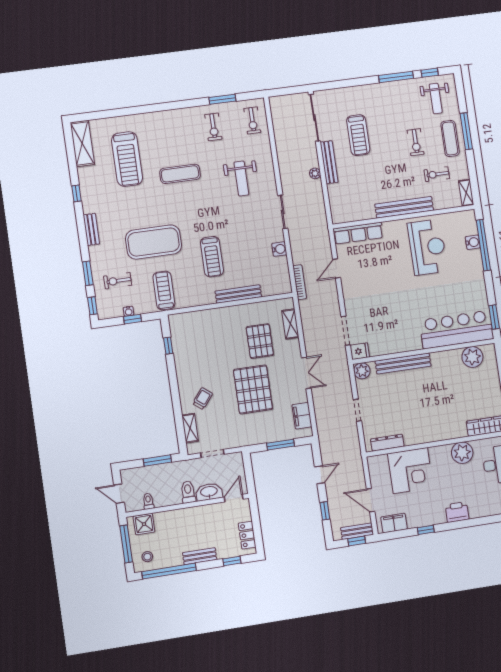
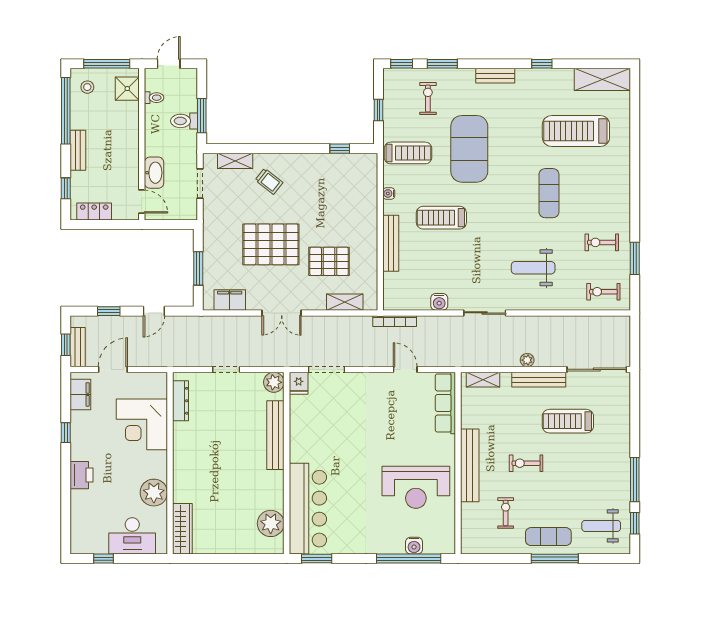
exercise bike: (416, 142) -> (526, 463), moved
shelving: (466, 193) -> (483, 380), moved
water cooler: (129, 311) -> (389, 193), moved
door: (320, 475) -> (154, 311), hinge flipped
toilet: (188, 492) -> (184, 121), moved, turned 180

